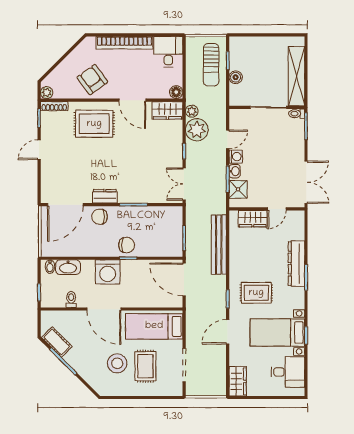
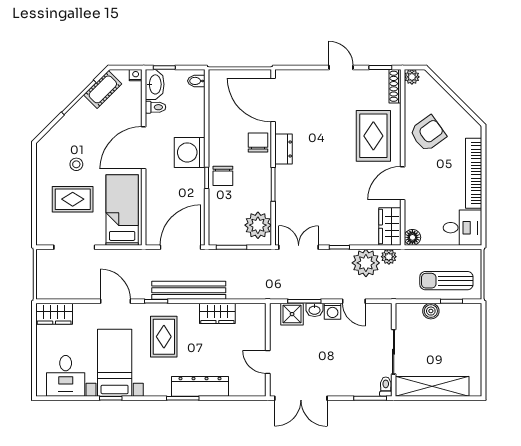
plant: (166, 217) -> (258, 225), added
wardrobe: (253, 219) -> (217, 313), moved, turned -90
bench: (219, 245) -> (189, 290), moved
washbasin: (68, 267) -> (155, 84), moved, turned 180
nightstand: (45, 315) -> (136, 75), added
stool: (117, 363) -> (76, 164), width x0.53, depth x0.53

